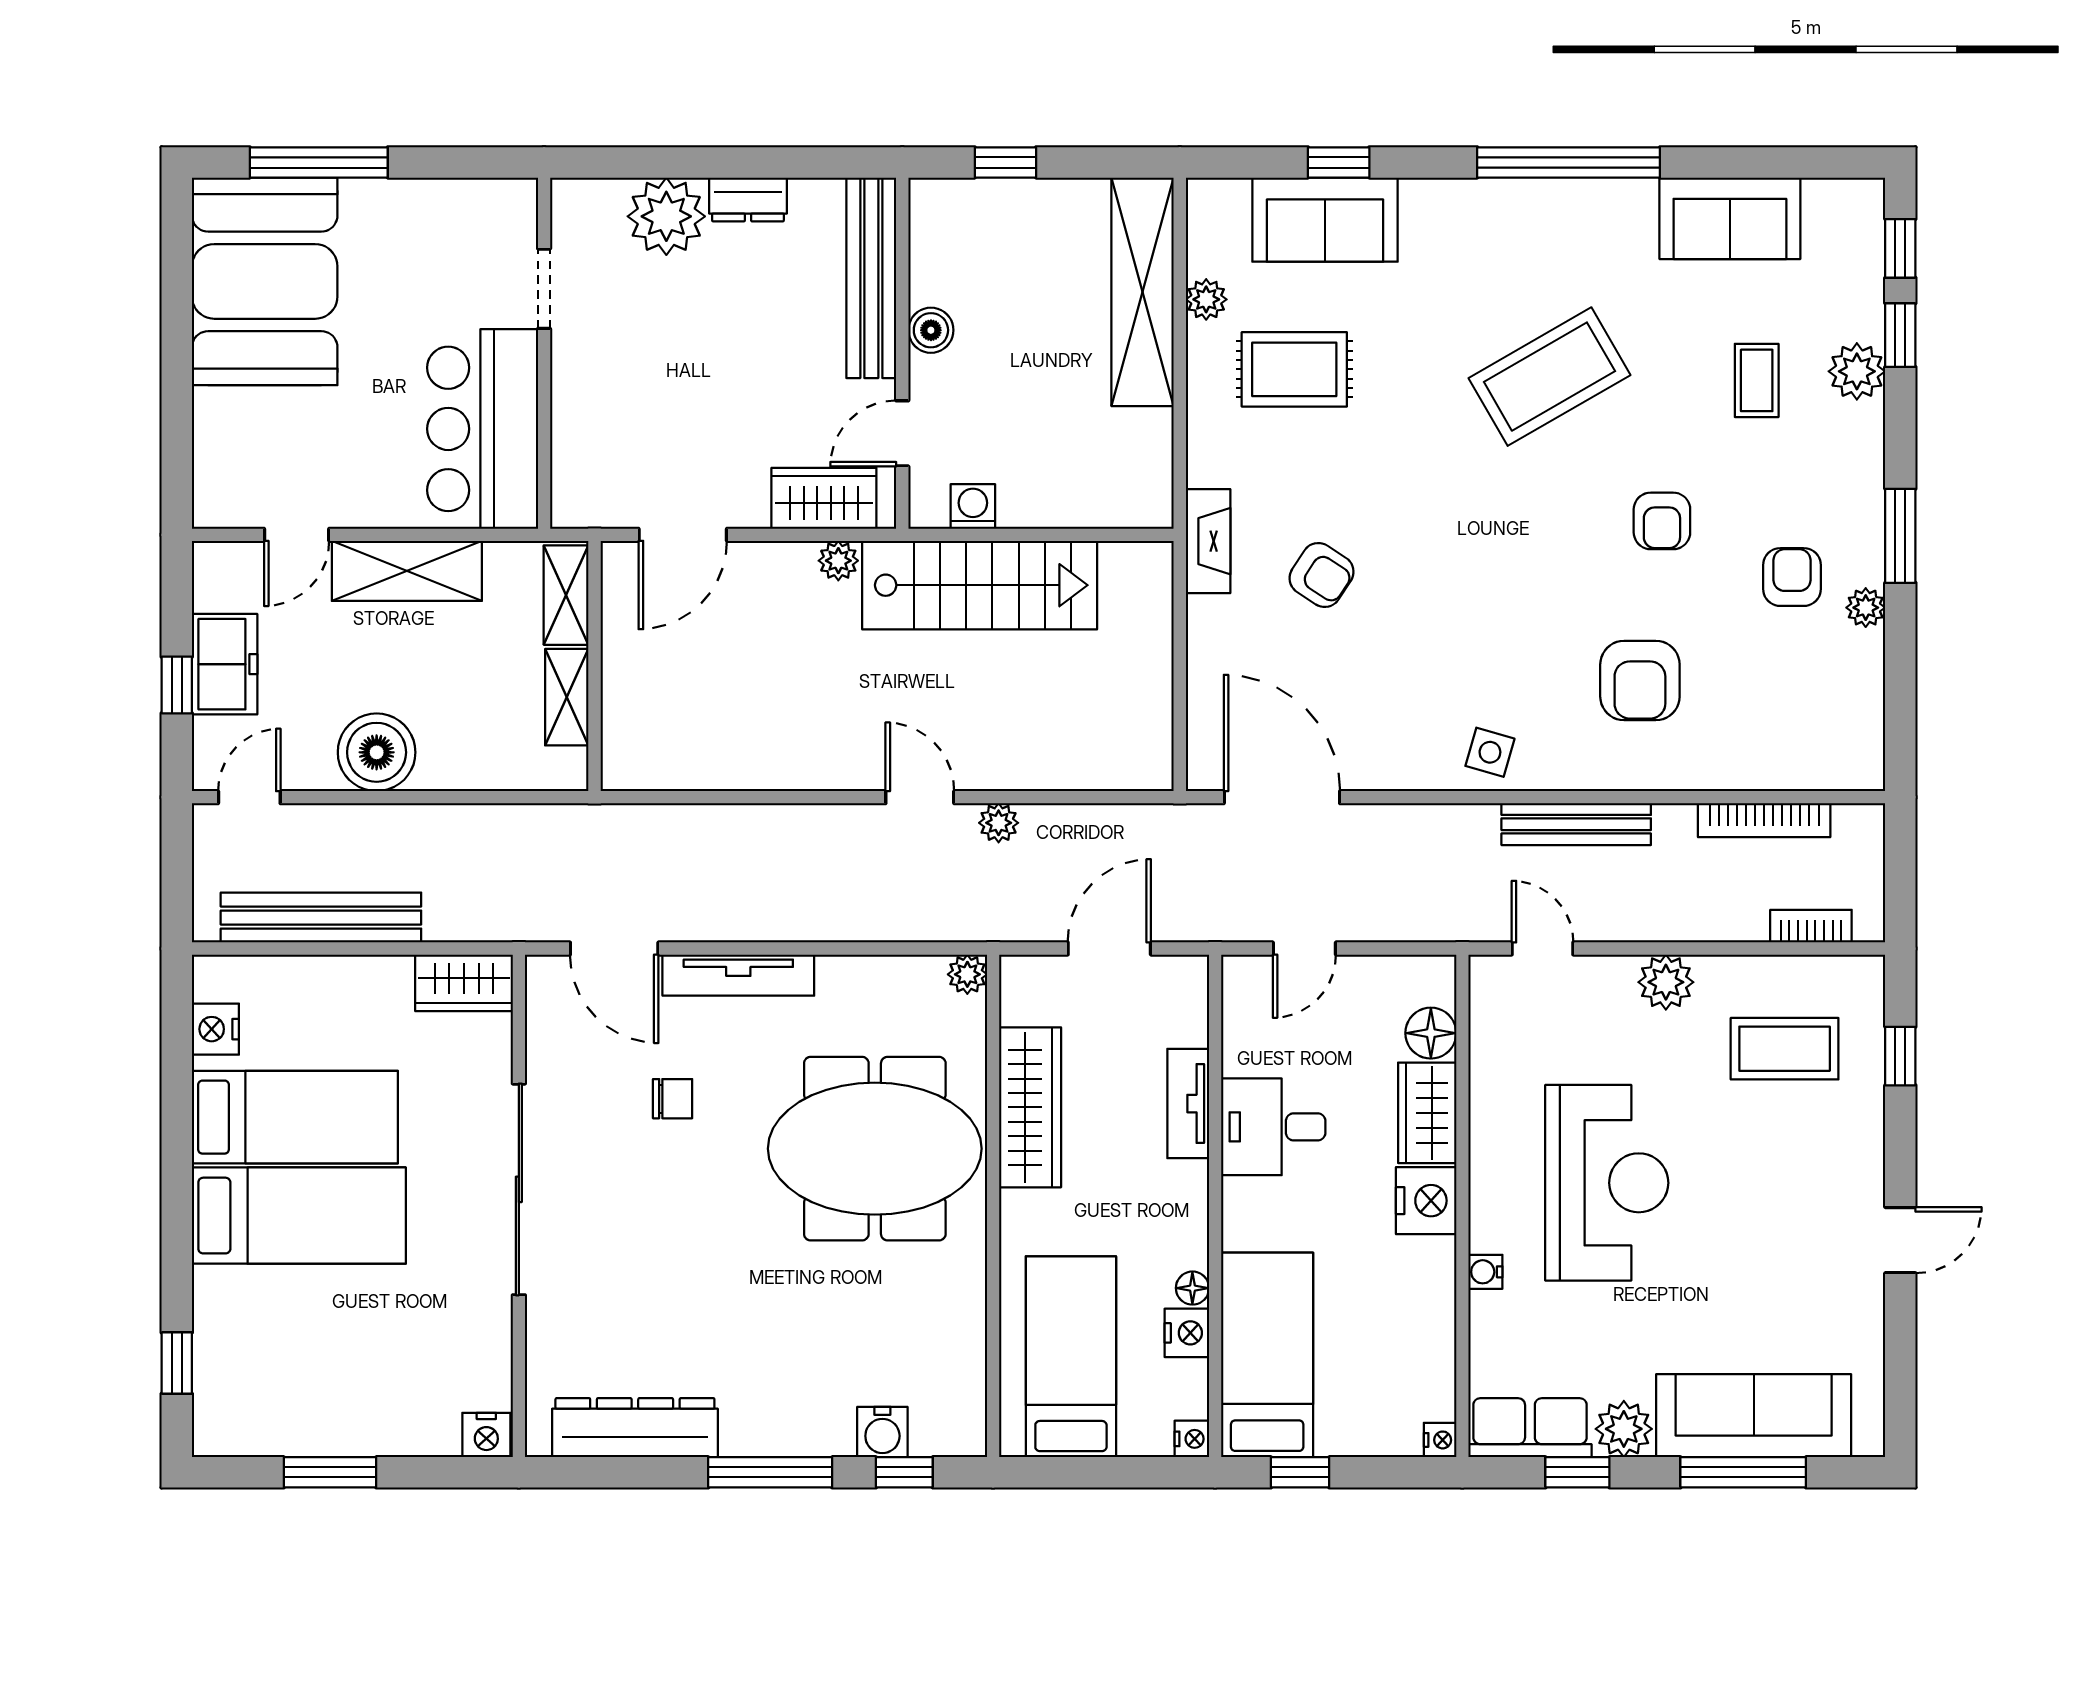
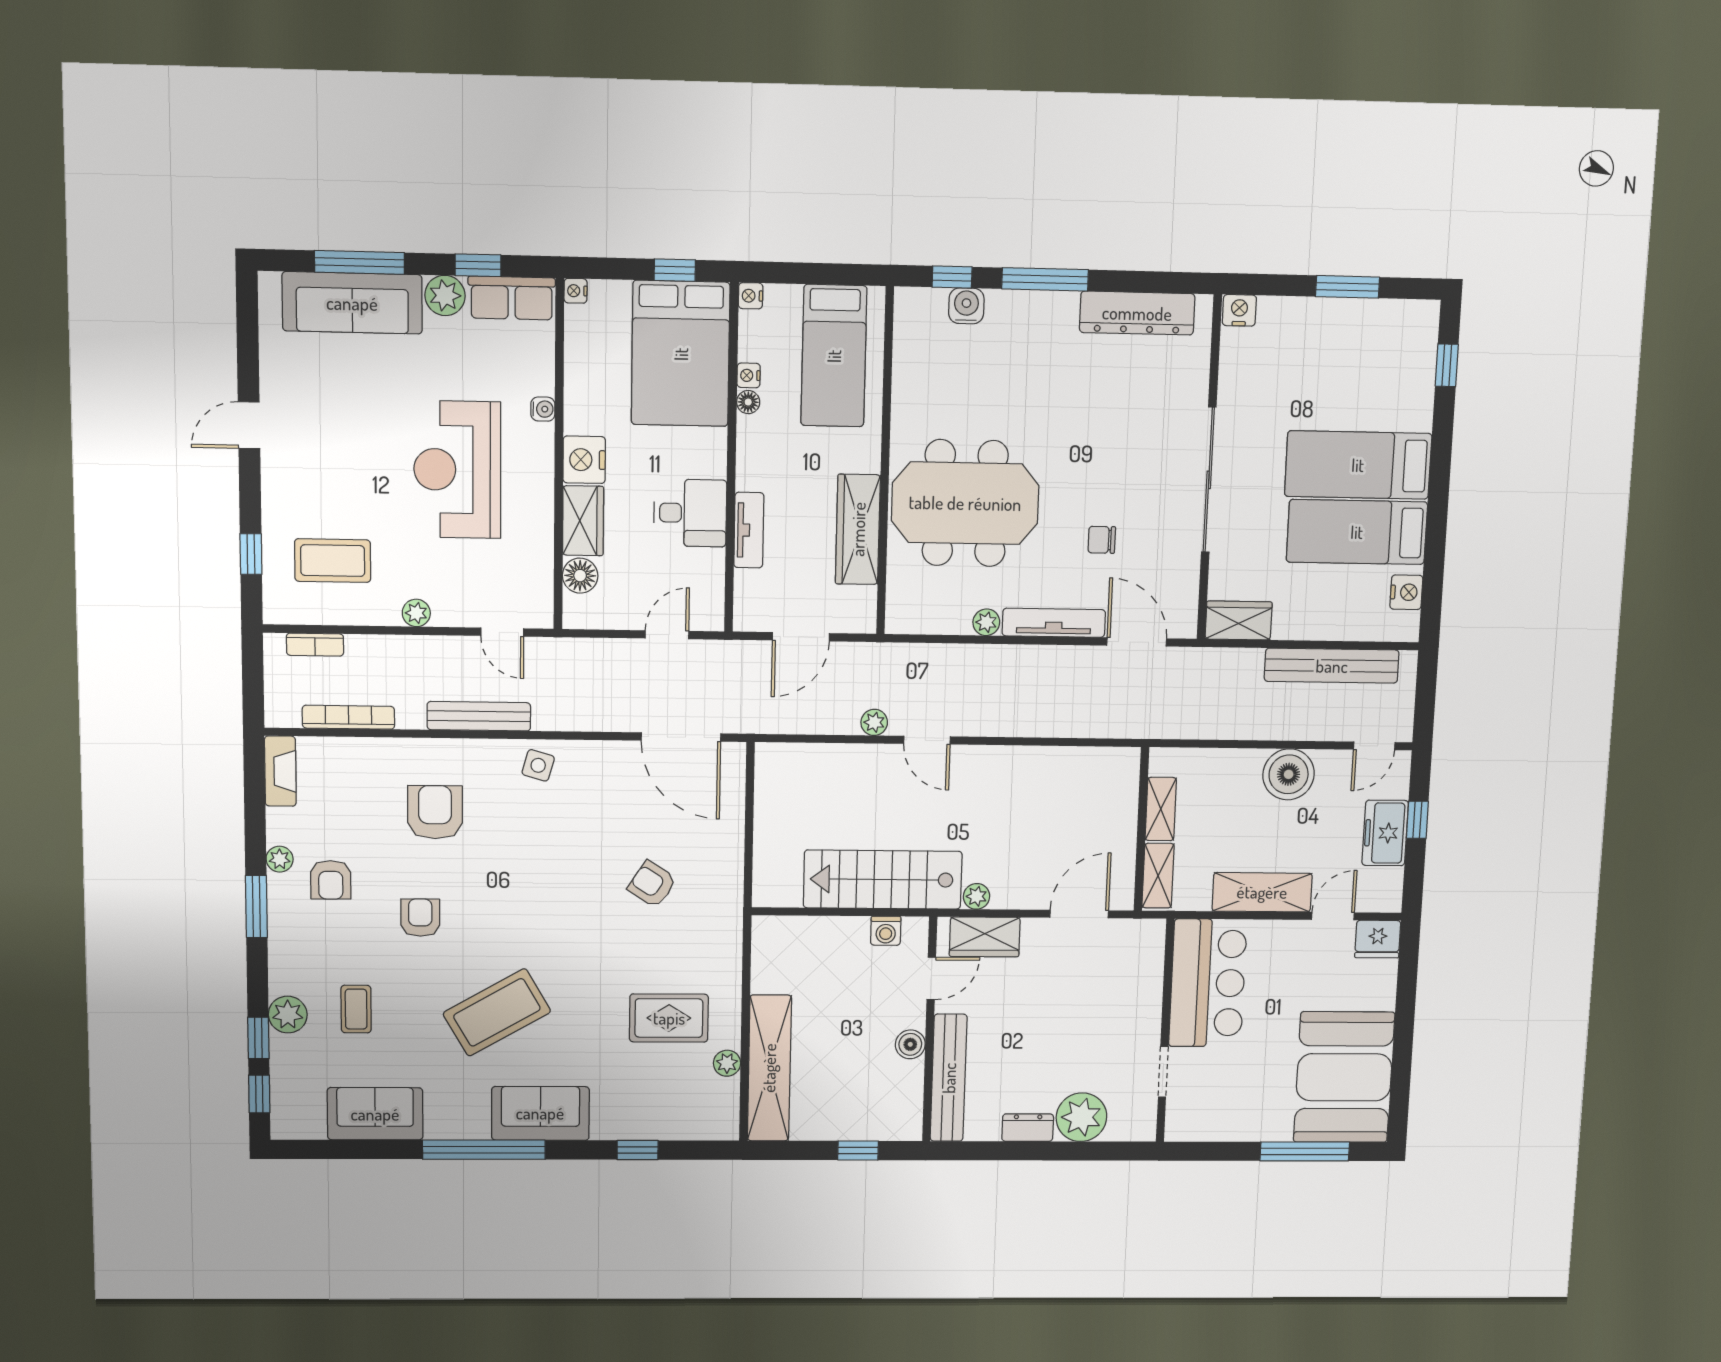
sofa: (1325, 220) -> (540, 1113), moved
fridge: (226, 500) -> (1378, 939), added
fireplace: (1208, 541) -> (280, 771), moved, turned 180
plant: (967, 974) -> (986, 622), moved
plant: (1666, 982) -> (416, 613), width x0.73, depth x0.73
nightstand: (1187, 1333) -> (749, 375), width x0.72, depth x0.74
bed: (1267, 1355) -> (681, 354), width x1.50

